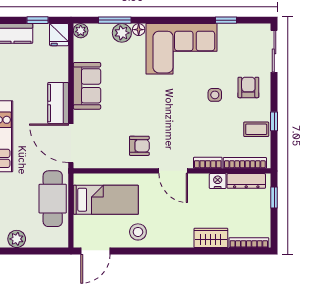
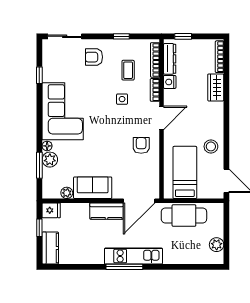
plant: (81, 31) -> (67, 193), moved
side table: (215, 95) -> (122, 99), moved
coffee table: (256, 129) -> (128, 70), moved

